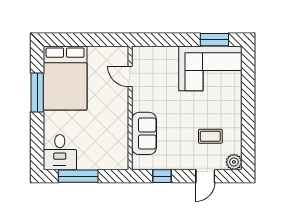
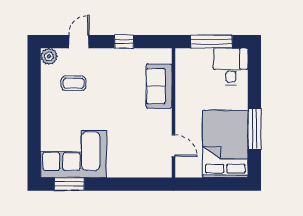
door: (130, 76) -> (173, 146), moved
wall: (130, 108) -> (173, 113), moved
sofa: (144, 133) -> (159, 86), moved

